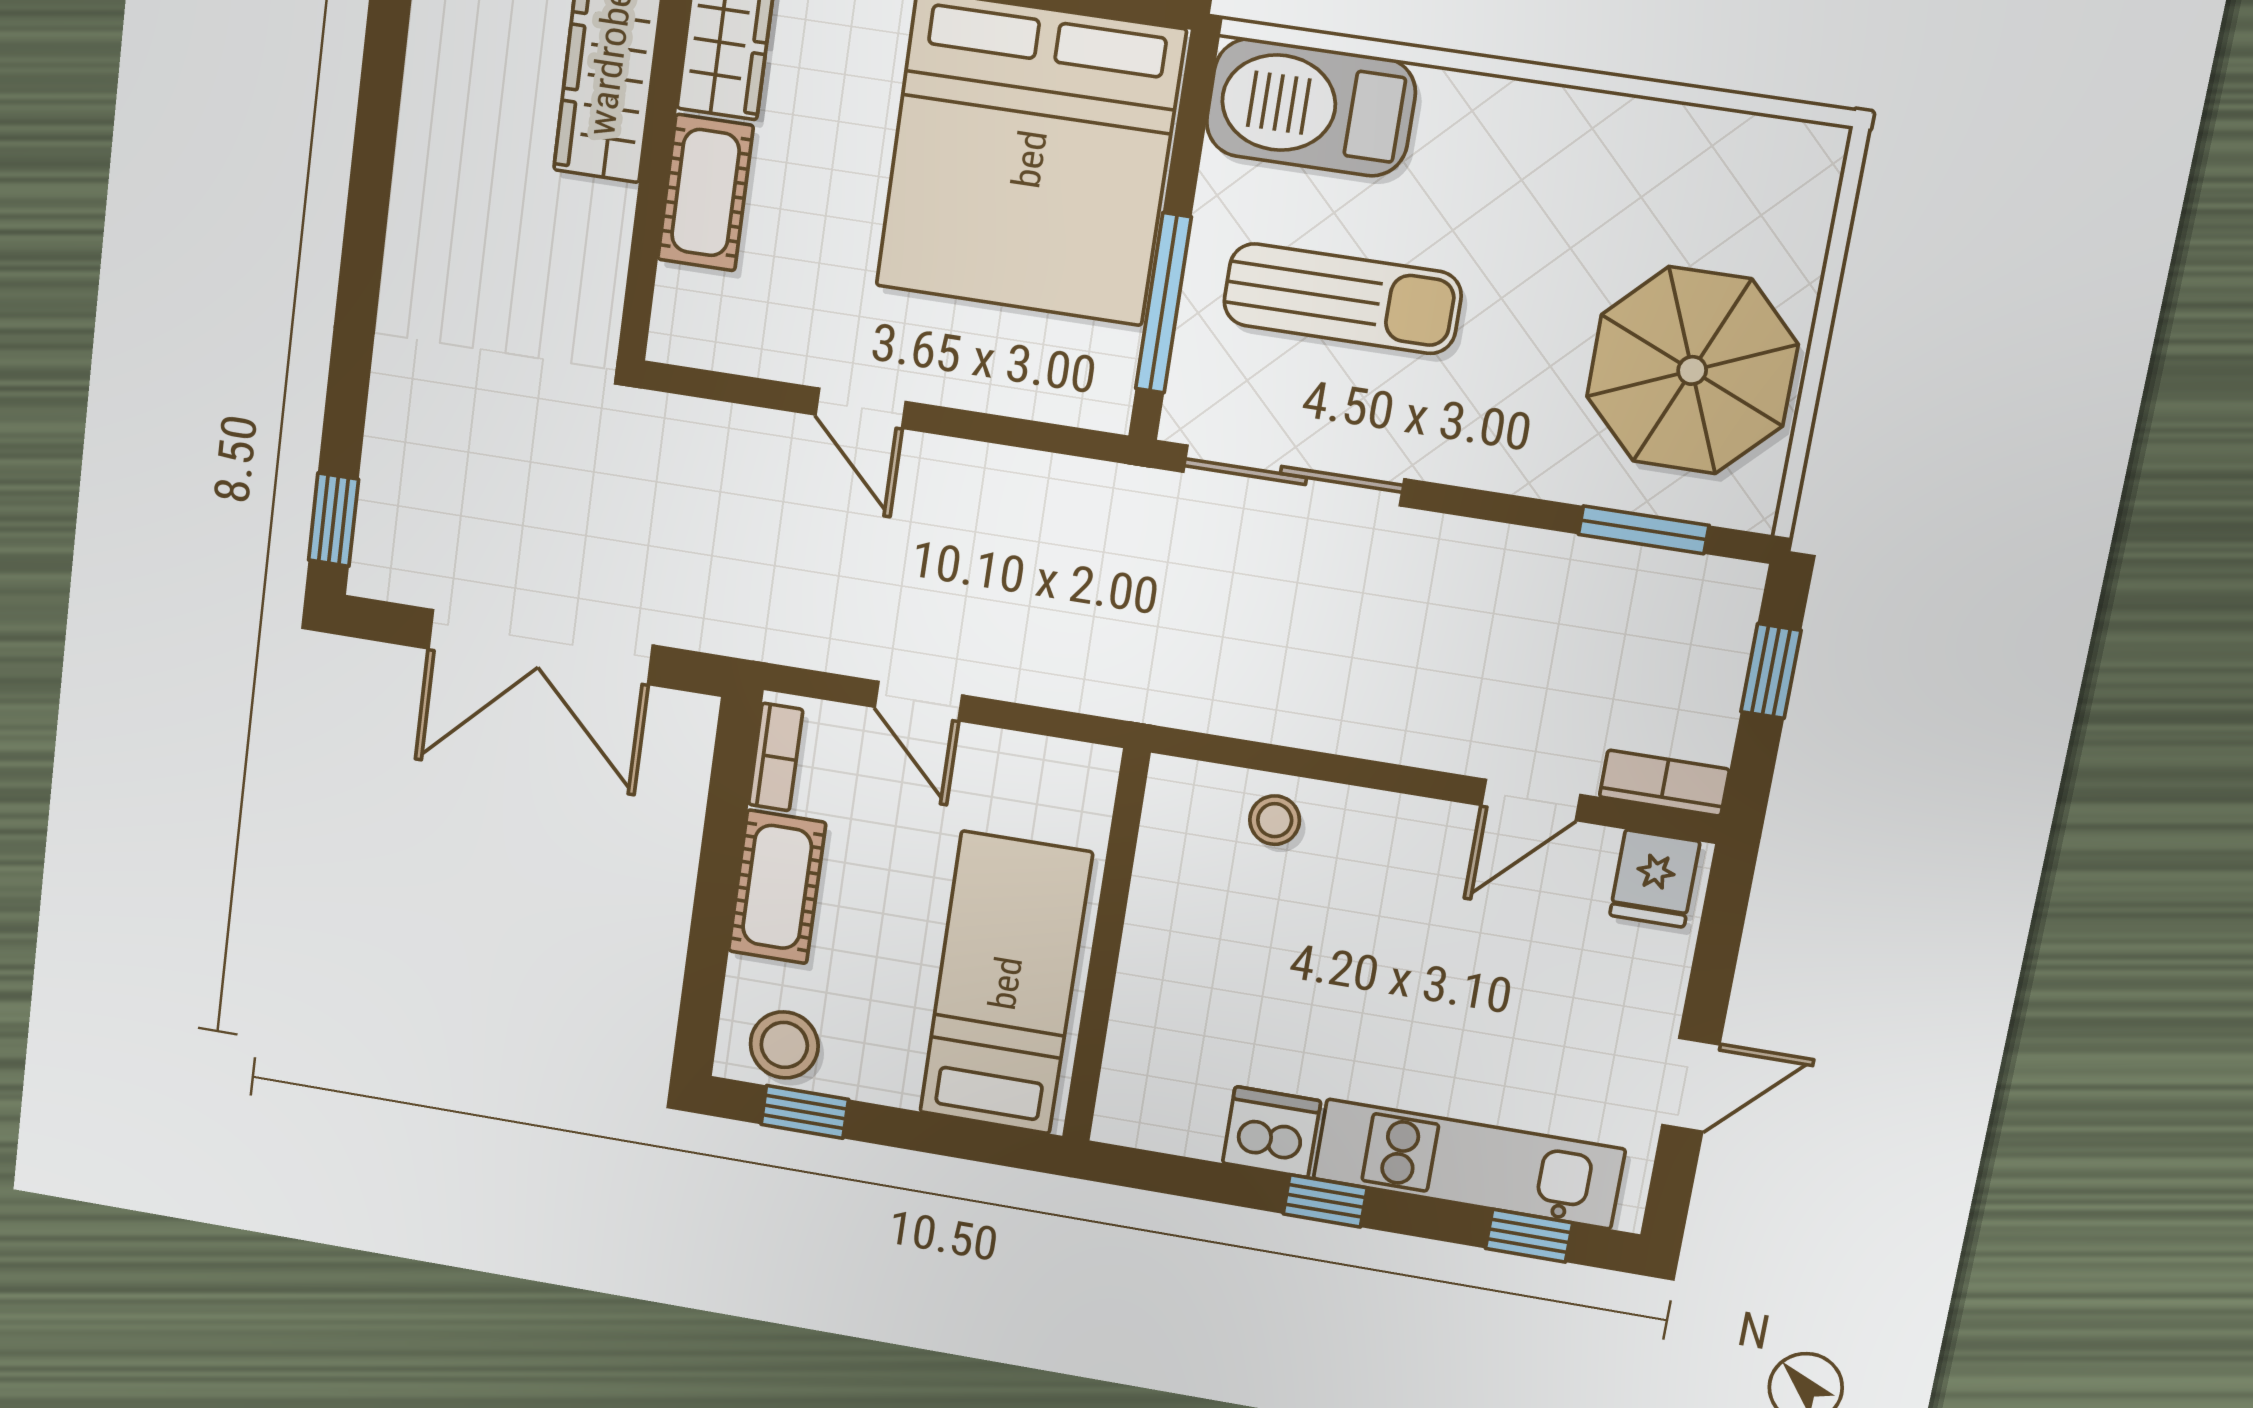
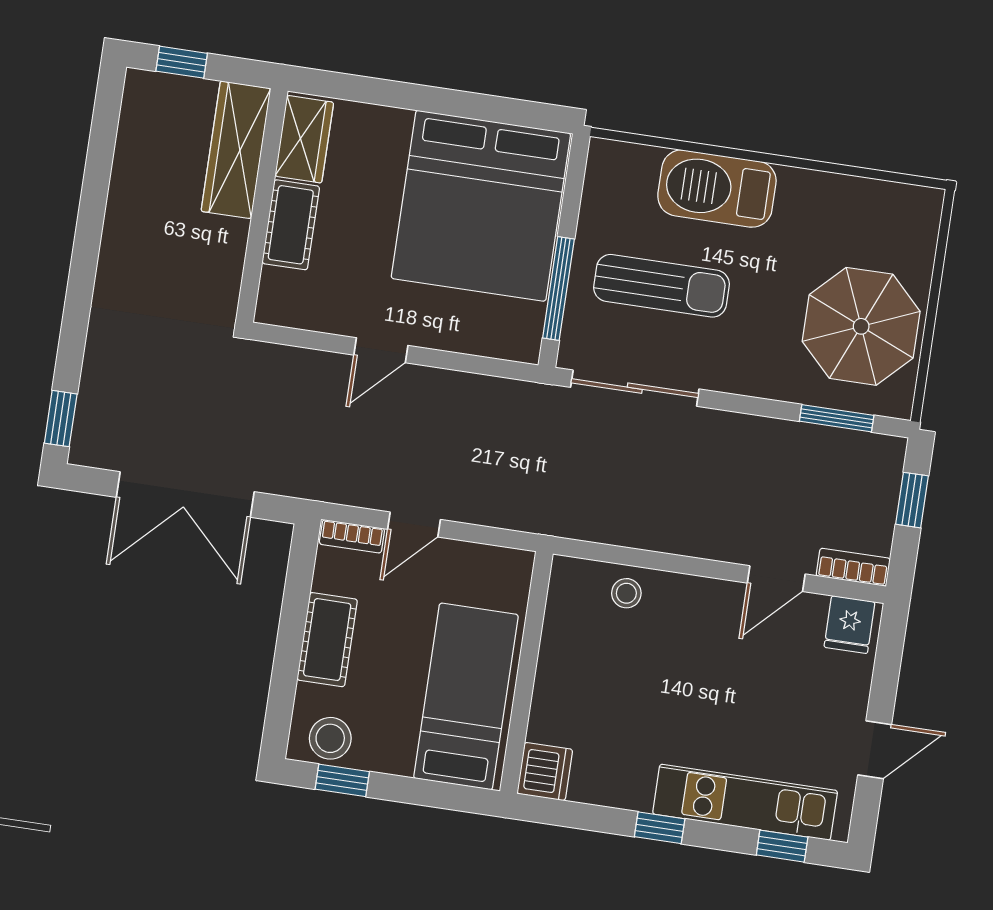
barbecue: (1311, 107) -> (717, 189), moved
door: (861, 408) -> (381, 350), hinge flipped
door: (918, 701) -> (414, 524), hinge flipped
bookcase: (776, 757) -> (352, 536), moved, turned 90
dishwasher: (1272, 1132) -> (545, 772), moved, turned 90

